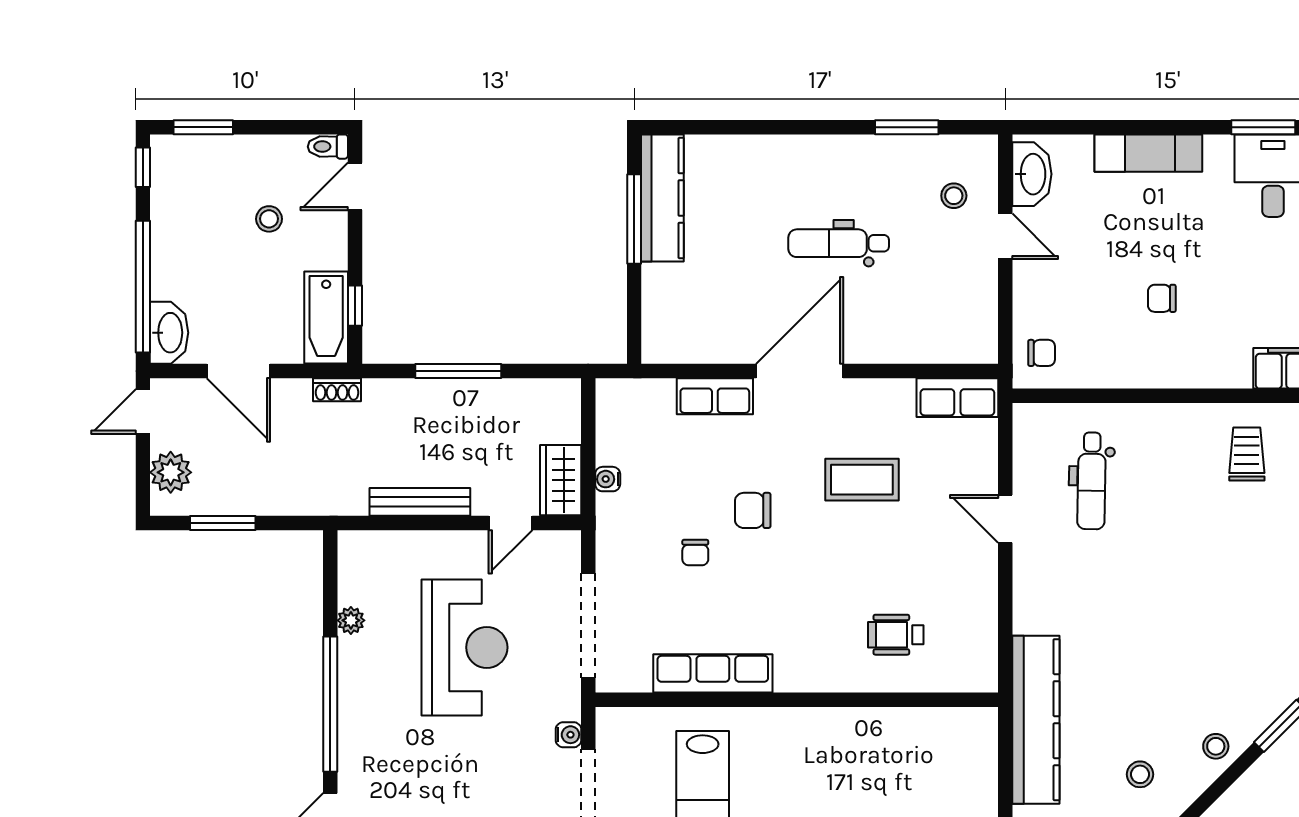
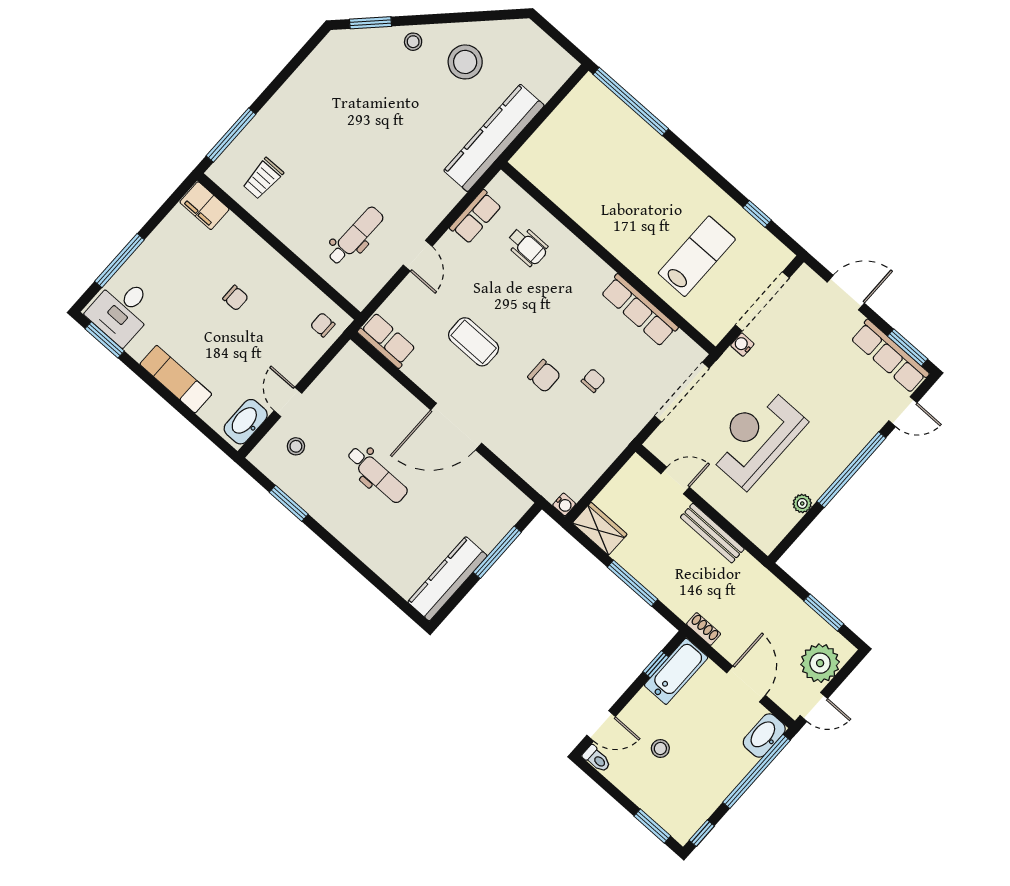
window: (634, 219) -> (497, 552), moved
row of seats: (715, 396) -> (476, 217), moved, turned 90
plant: (171, 472) -> (820, 663), width x1.36, depth x1.36
water cooler: (608, 479) -> (564, 504), moved
wardrobe: (561, 480) -> (600, 529), moved, turned -90
stool: (1140, 774) -> (465, 62), width x1.89, depth x1.89

